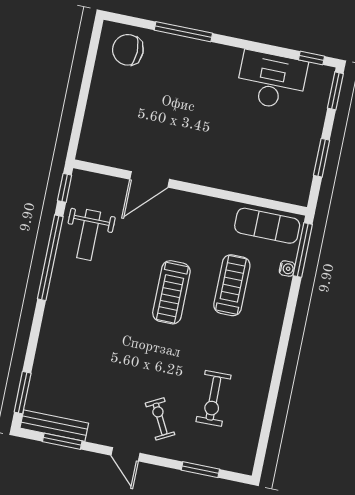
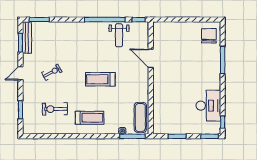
weight bench: (89, 235) -> (119, 35), turned -90
treadmill: (232, 285) -> (90, 118), moved
exercise bike: (160, 419) -> (52, 72), moved

